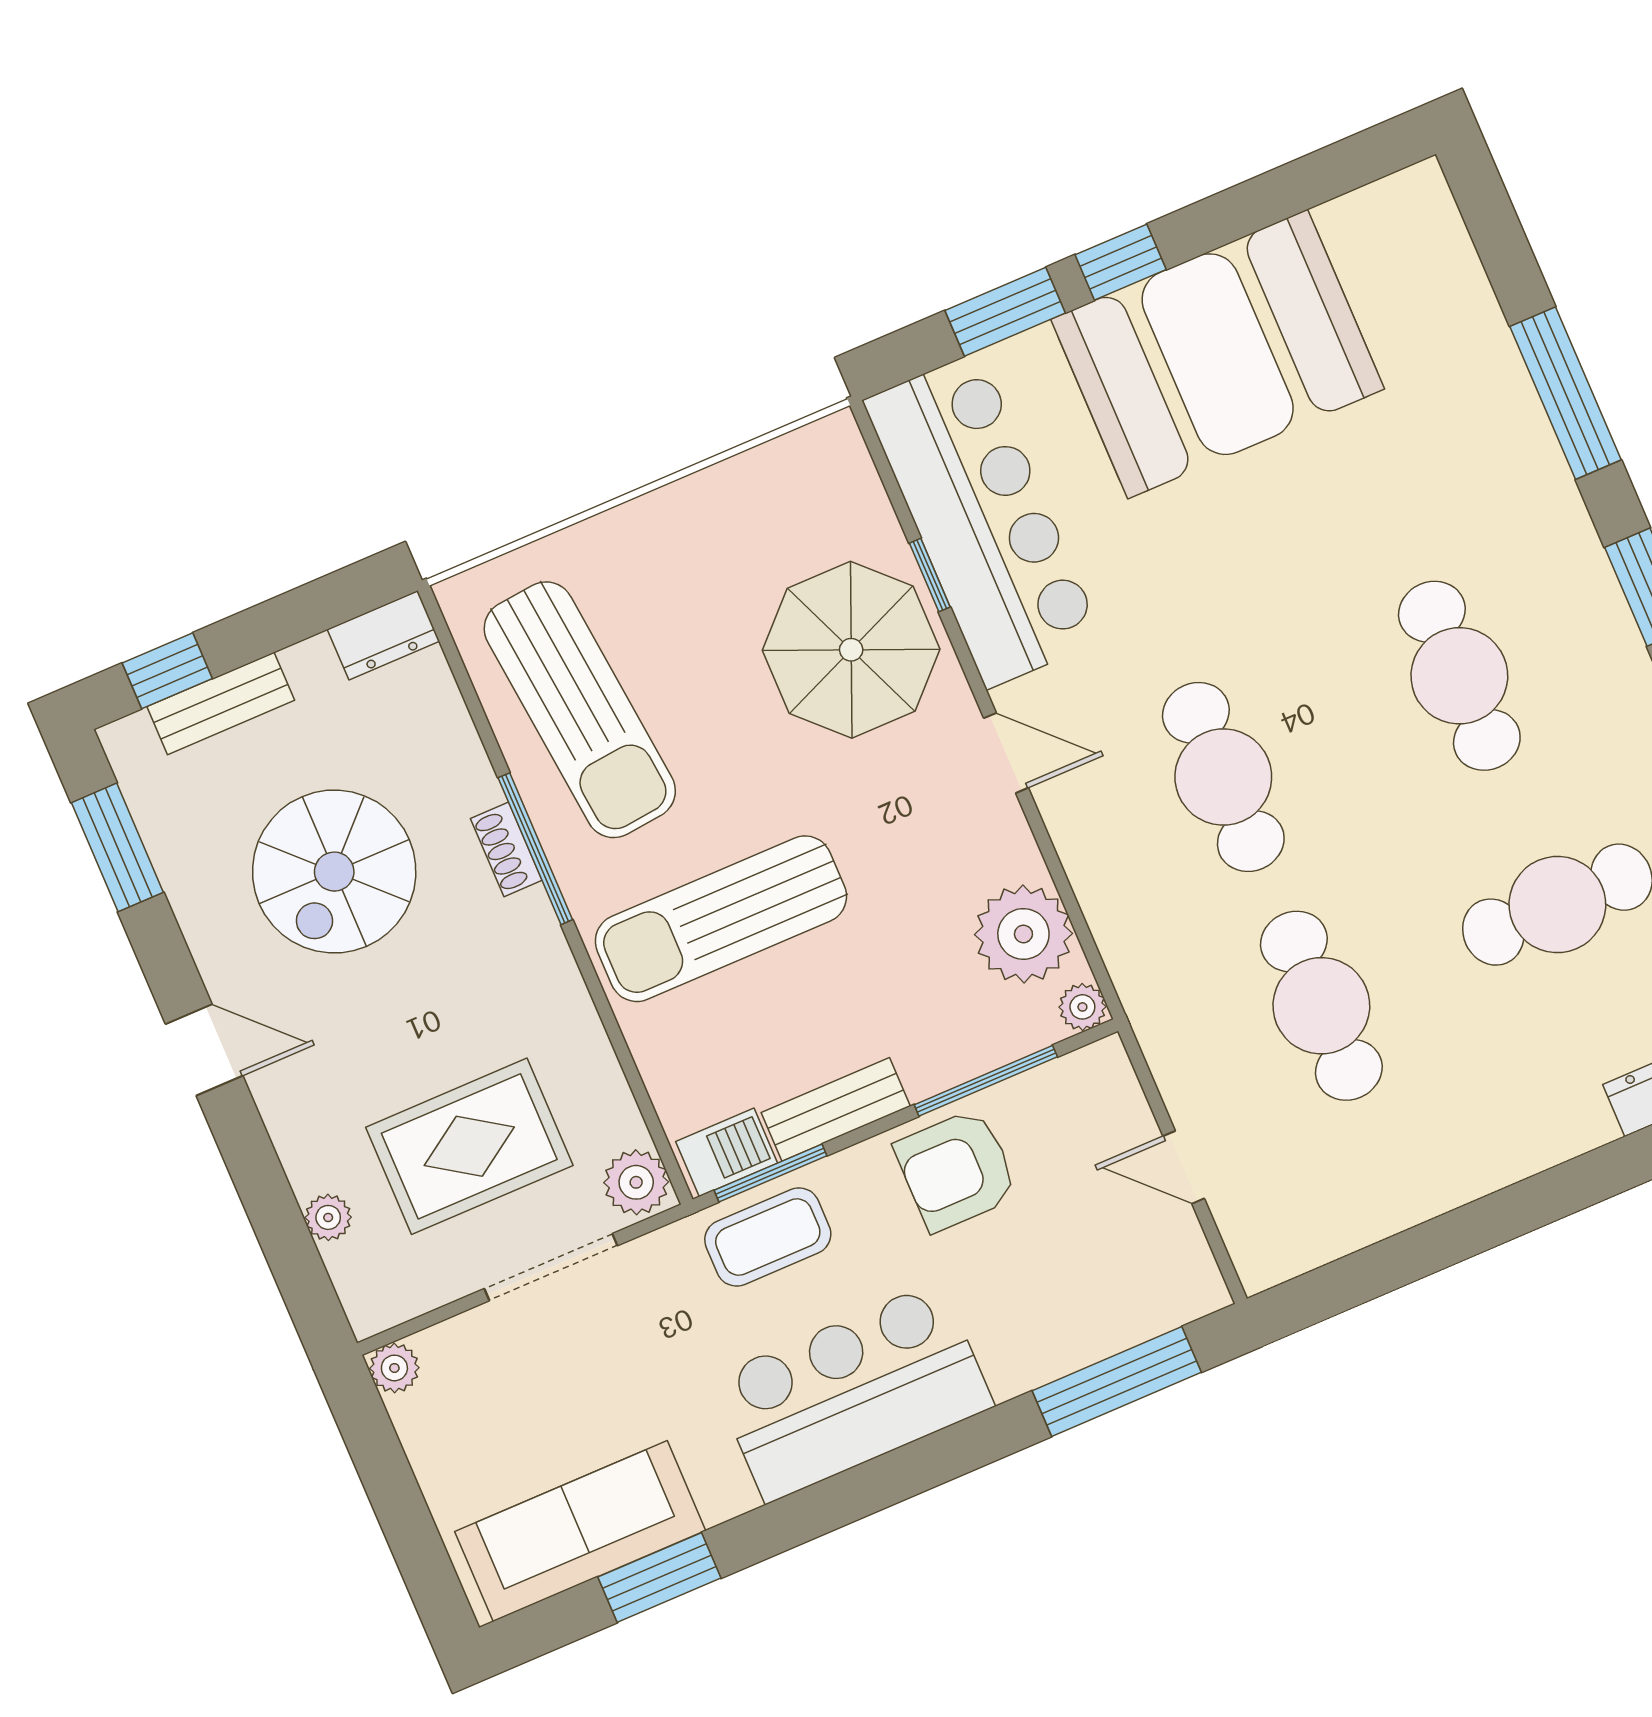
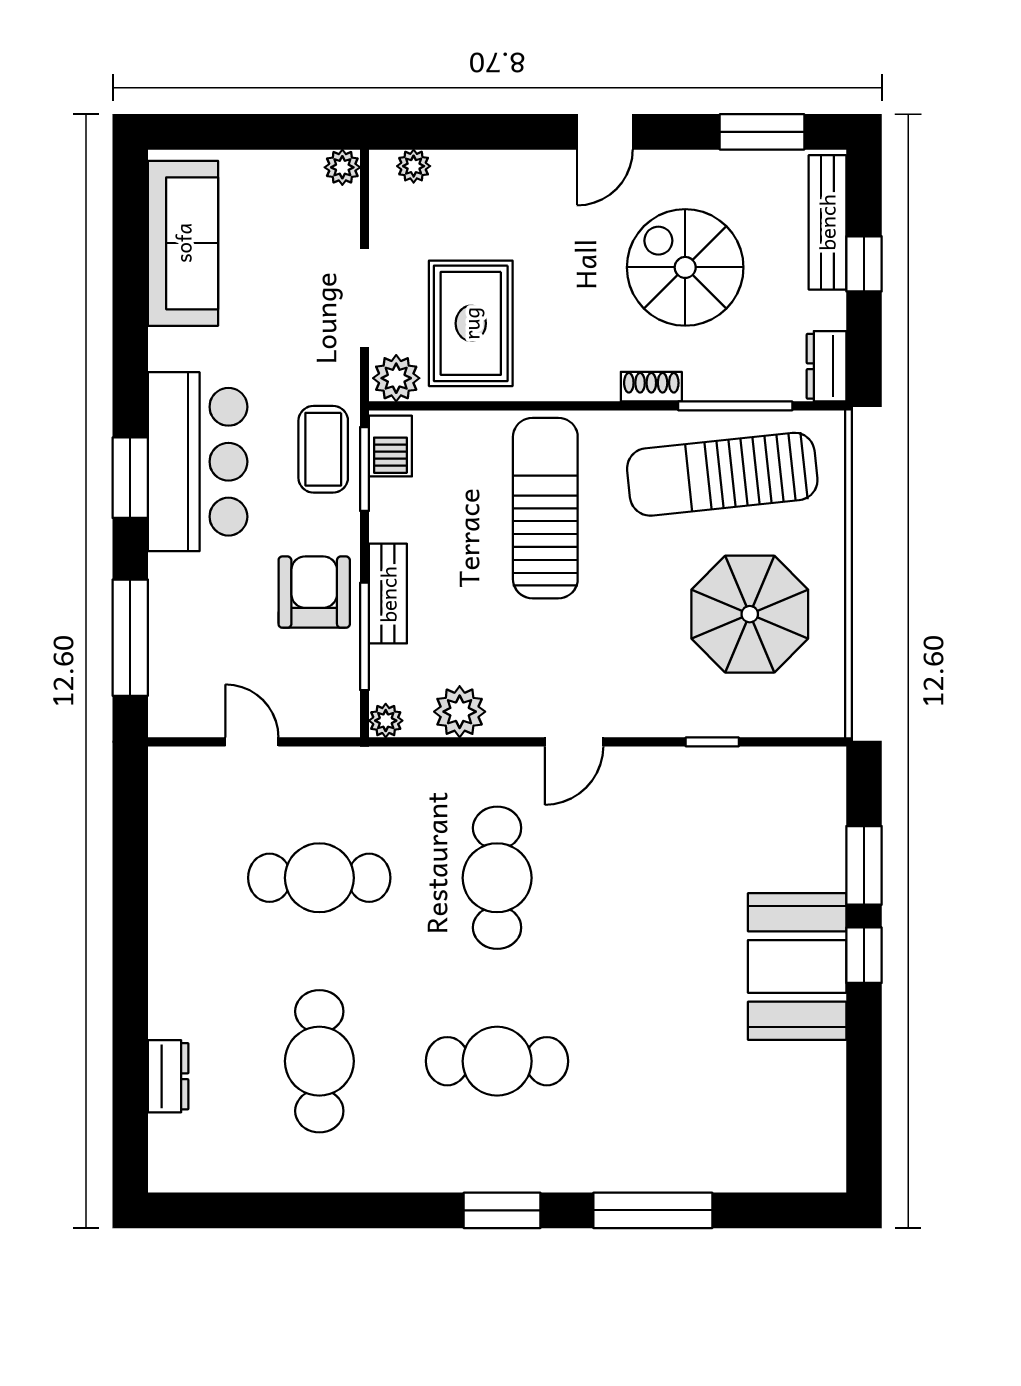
booth: (1218, 354) -> (797, 966), width x0.73, depth x0.70
bar counter: (983, 520) -> (733, 792), removed
parasol: (851, 650) -> (750, 614), moved
window: (167, 671) -> (864, 264), moved
bench: (221, 703) -> (827, 222), width x1.36
cafe table: (1223, 777) -> (497, 878), turned 90
window: (535, 849) -> (735, 406), moved
plant: (1023, 934) -> (460, 712), width x0.73, depth x0.73
bench: (836, 1109) -> (388, 594), moved
rug: (469, 1146) -> (471, 323), moved
door: (1184, 1167) -> (252, 742), hinge flipped
plant: (328, 1217) -> (414, 166), moved
window: (659, 1578) -> (130, 478), moved

